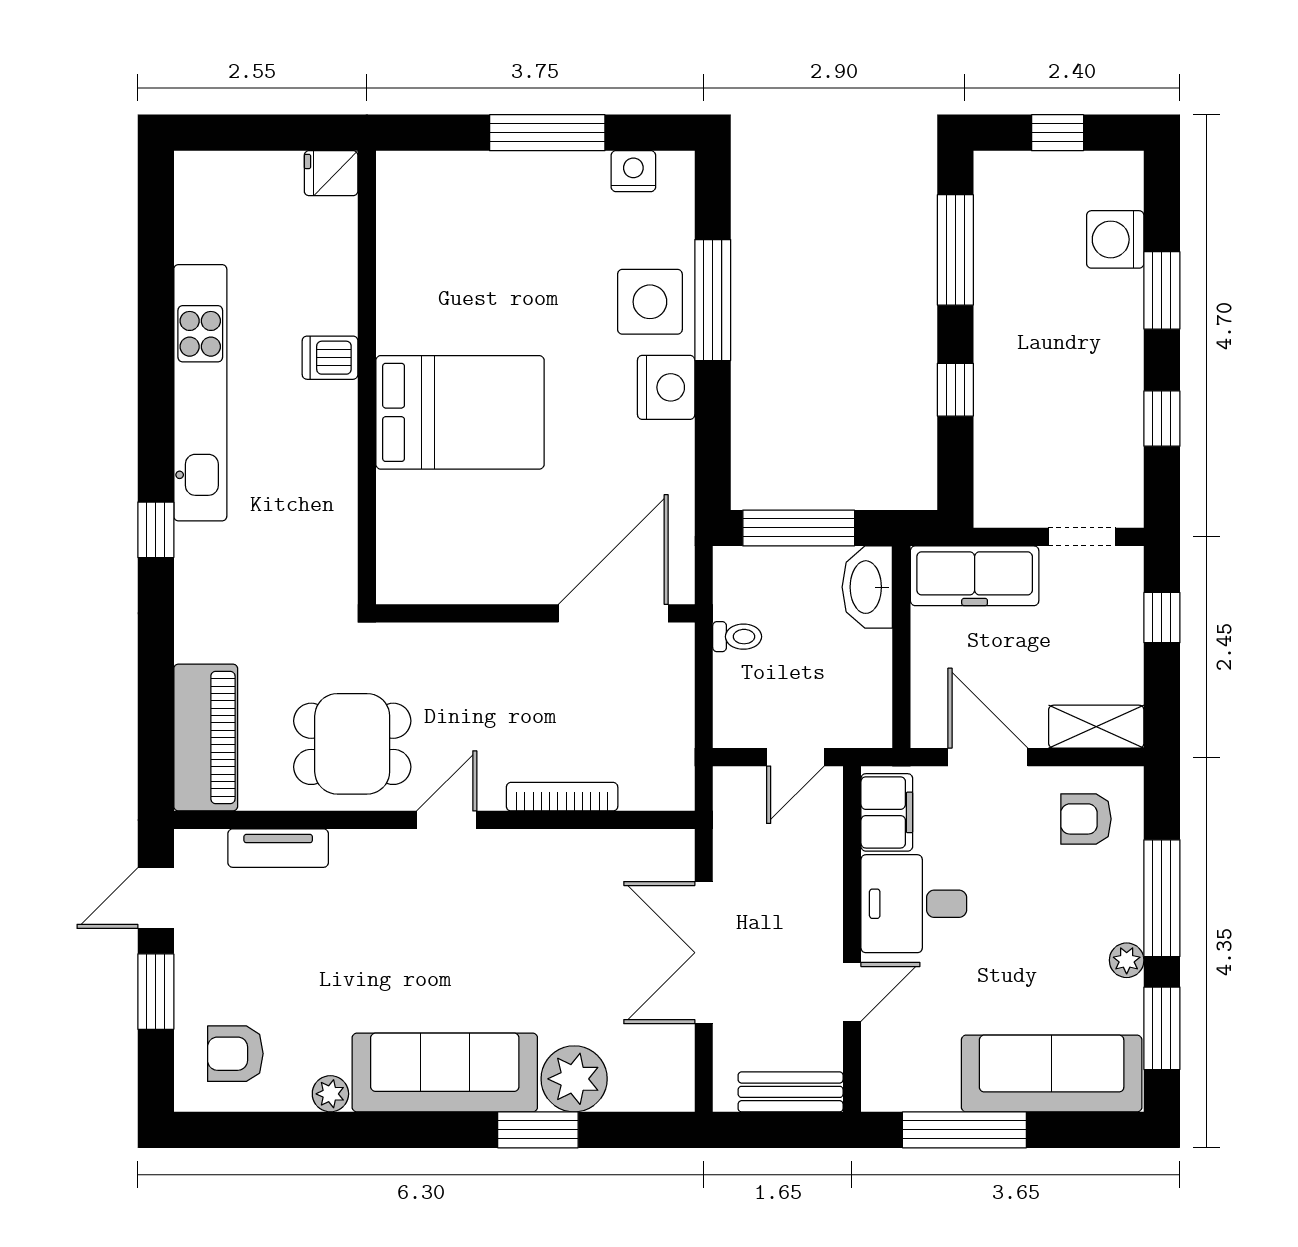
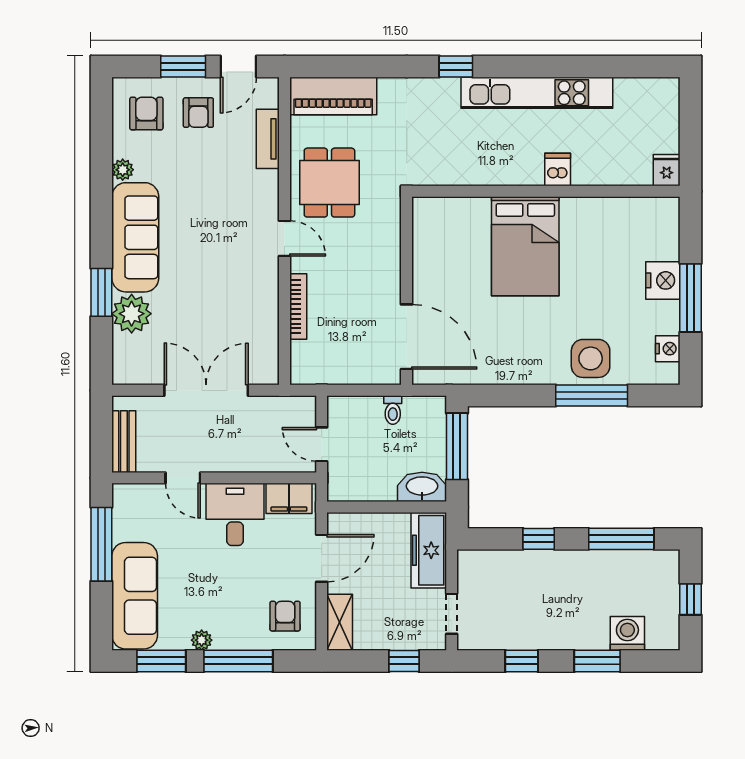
nightstand: (666, 387) -> (663, 280), moved, turned -90
door: (156, 898) -> (238, 67), swing flipped
armchair: (234, 966) -> (198, 113), added

